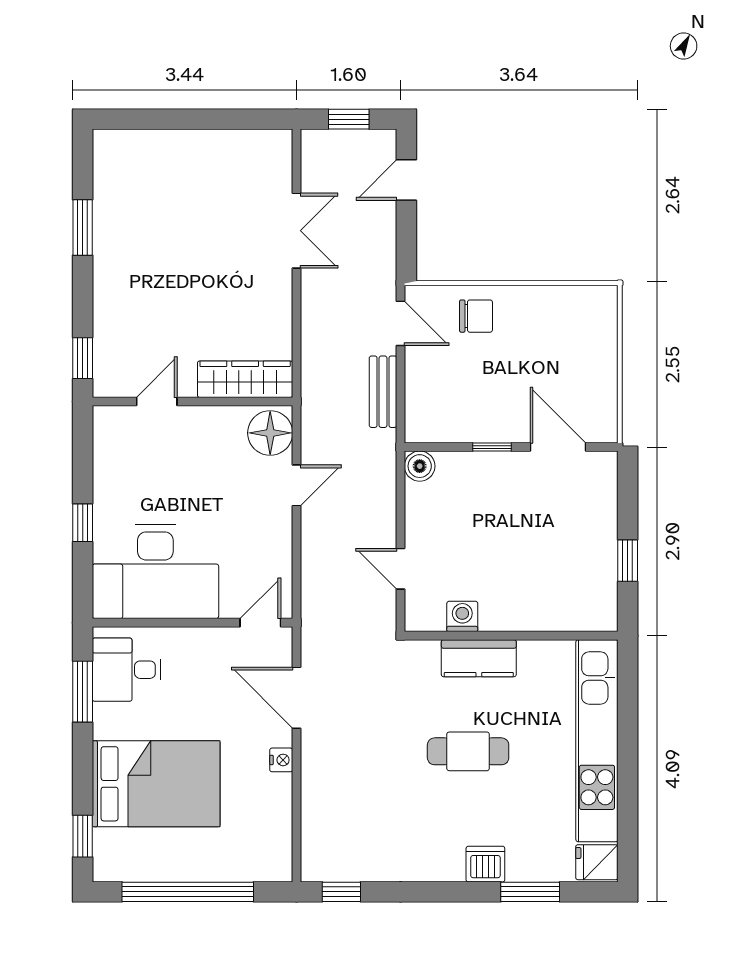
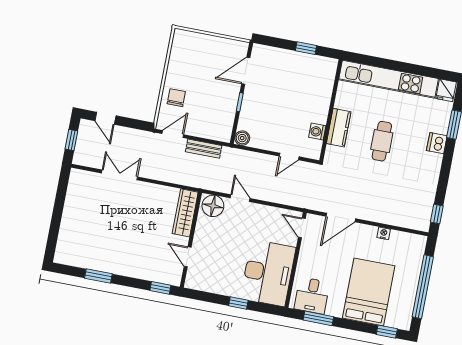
nightstand: (281, 760) -> (384, 233), moved

